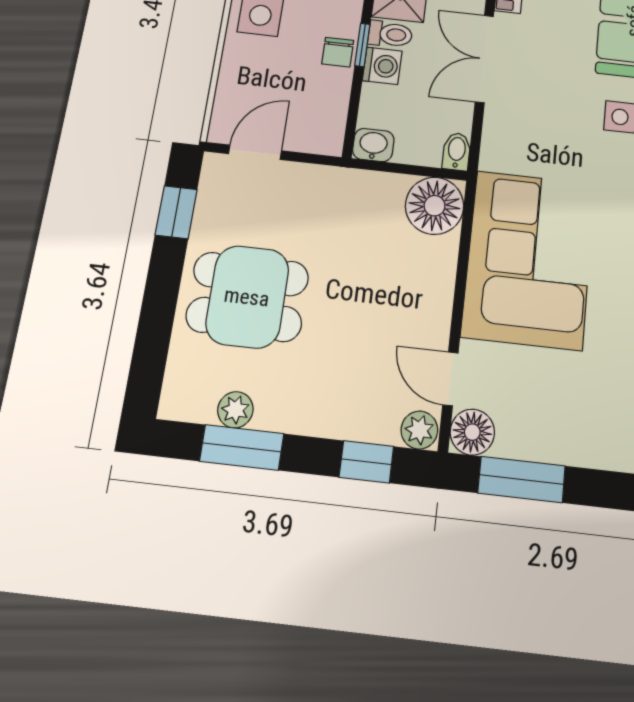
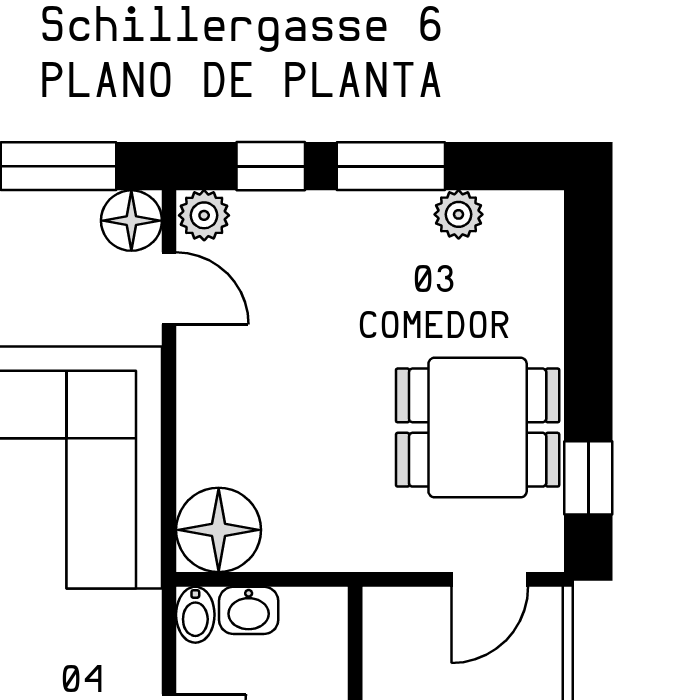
washbasin: (373, 145) -> (249, 610), moved
dining table: (247, 297) -> (478, 428), moved
window: (242, 447) -> (391, 166), moved

